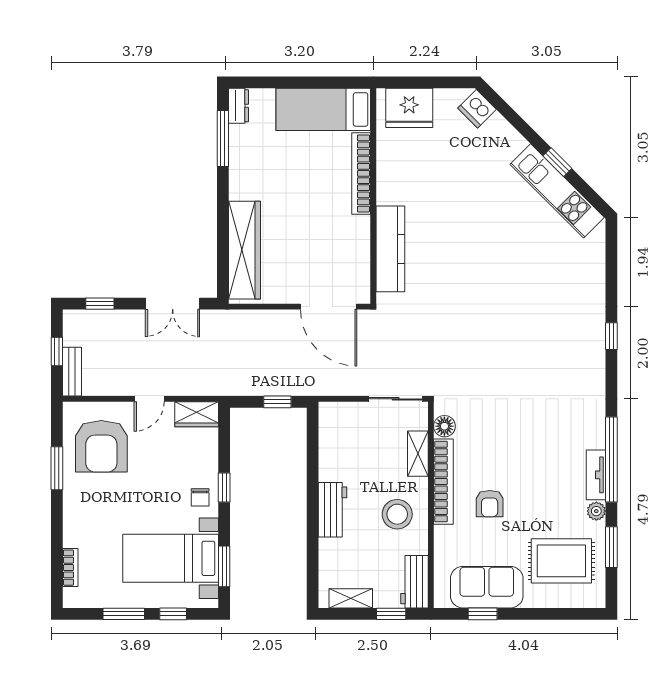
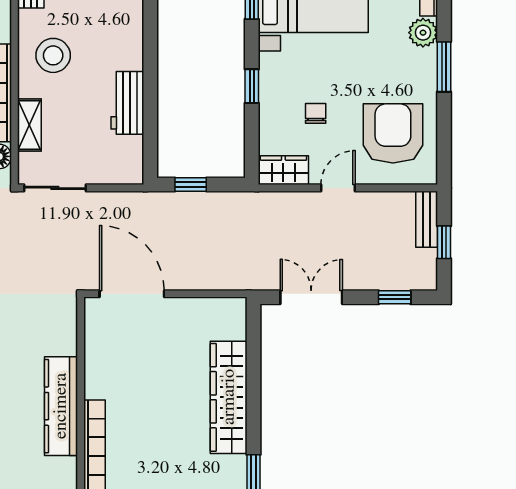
kitchen counter: (390, 249) -> (61, 406), moved
wardrobe: (244, 250) -> (229, 397), moved
window: (57, 468) -> (444, 67), moved
chair: (200, 497) -> (316, 113), moved
workbench: (333, 510) -> (127, 103), moved
plant: (75, 534) -> (423, 33), added

